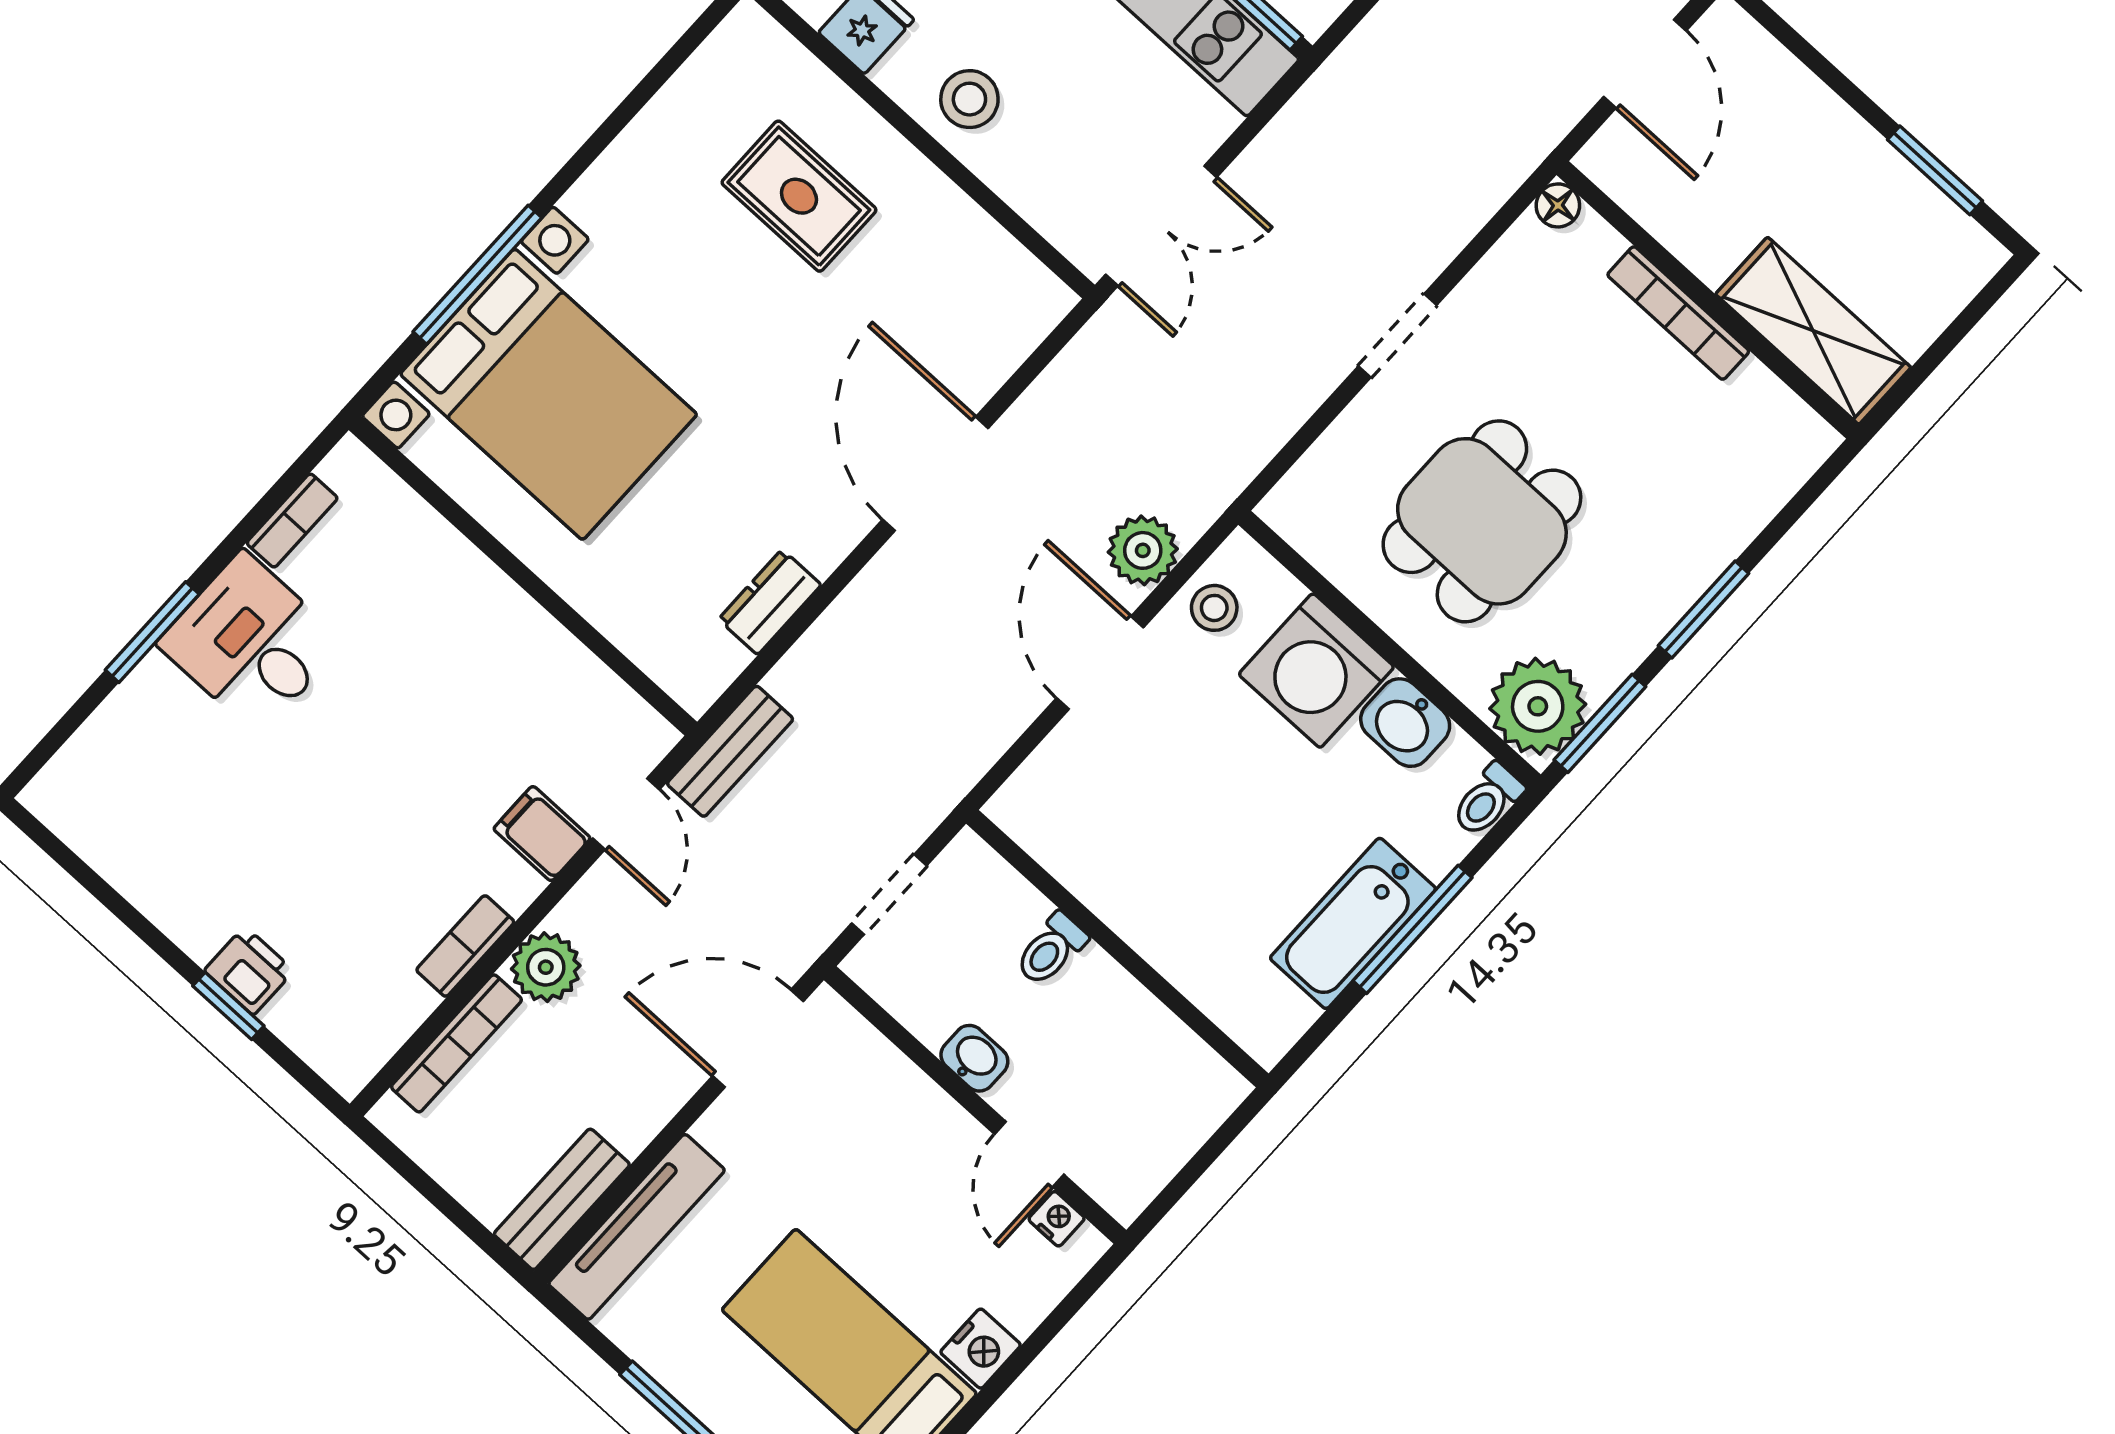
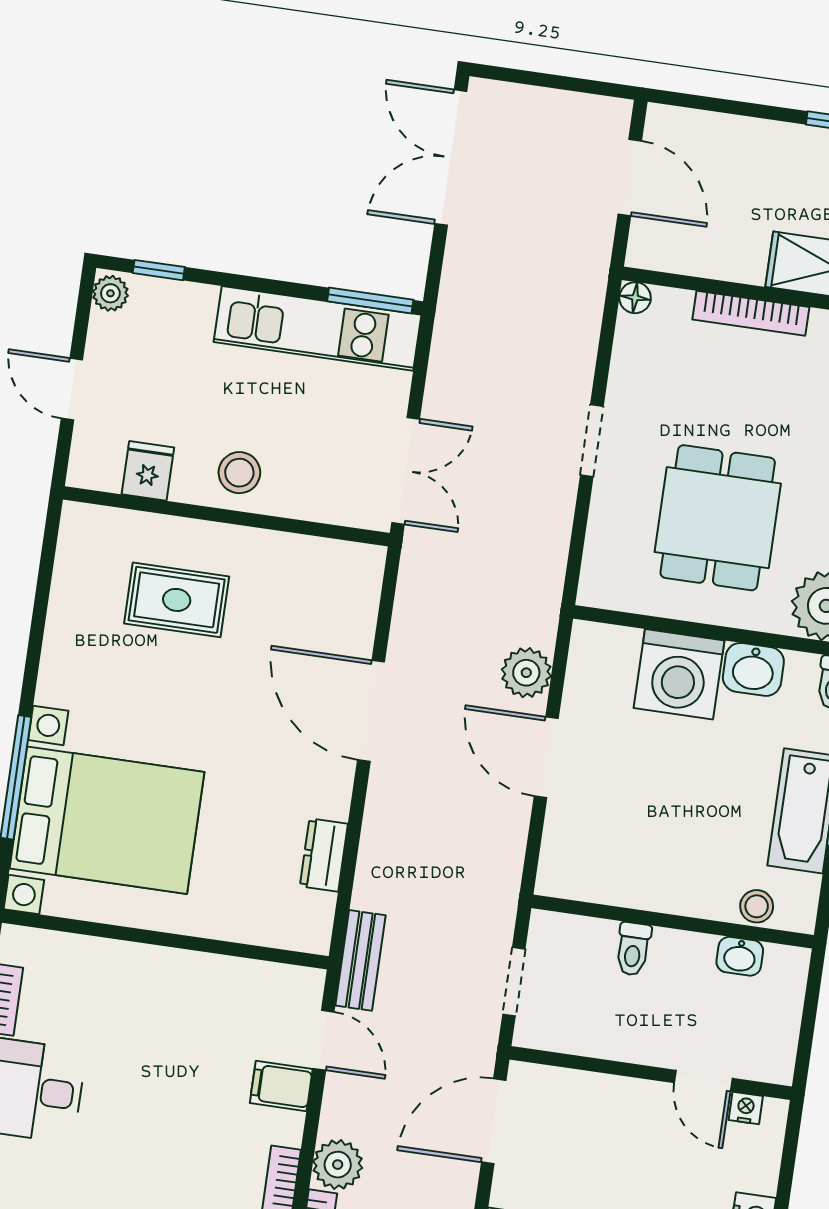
stool: (1214, 608) -> (757, 906), moved
washbasin: (974, 1058) -> (740, 956), moved, turned 180

